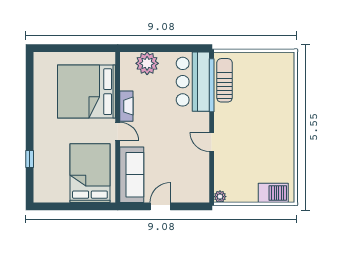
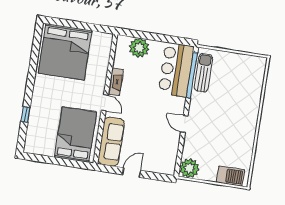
bed: (87, 92) -> (65, 52), moved, turned -90
plant: (220, 197) -> (189, 168), width x1.87, depth x1.87

